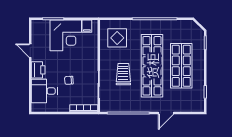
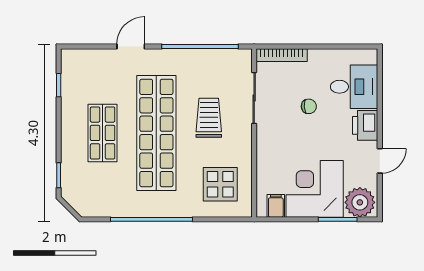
plant: (41, 28) -> (360, 202), added
door: (30, 51) -> (380, 161), hinge flipped
shop shelf: (181, 66) -> (103, 133), width x0.70, depth x0.74
trolley: (123, 74) -> (209, 118), turned 180

